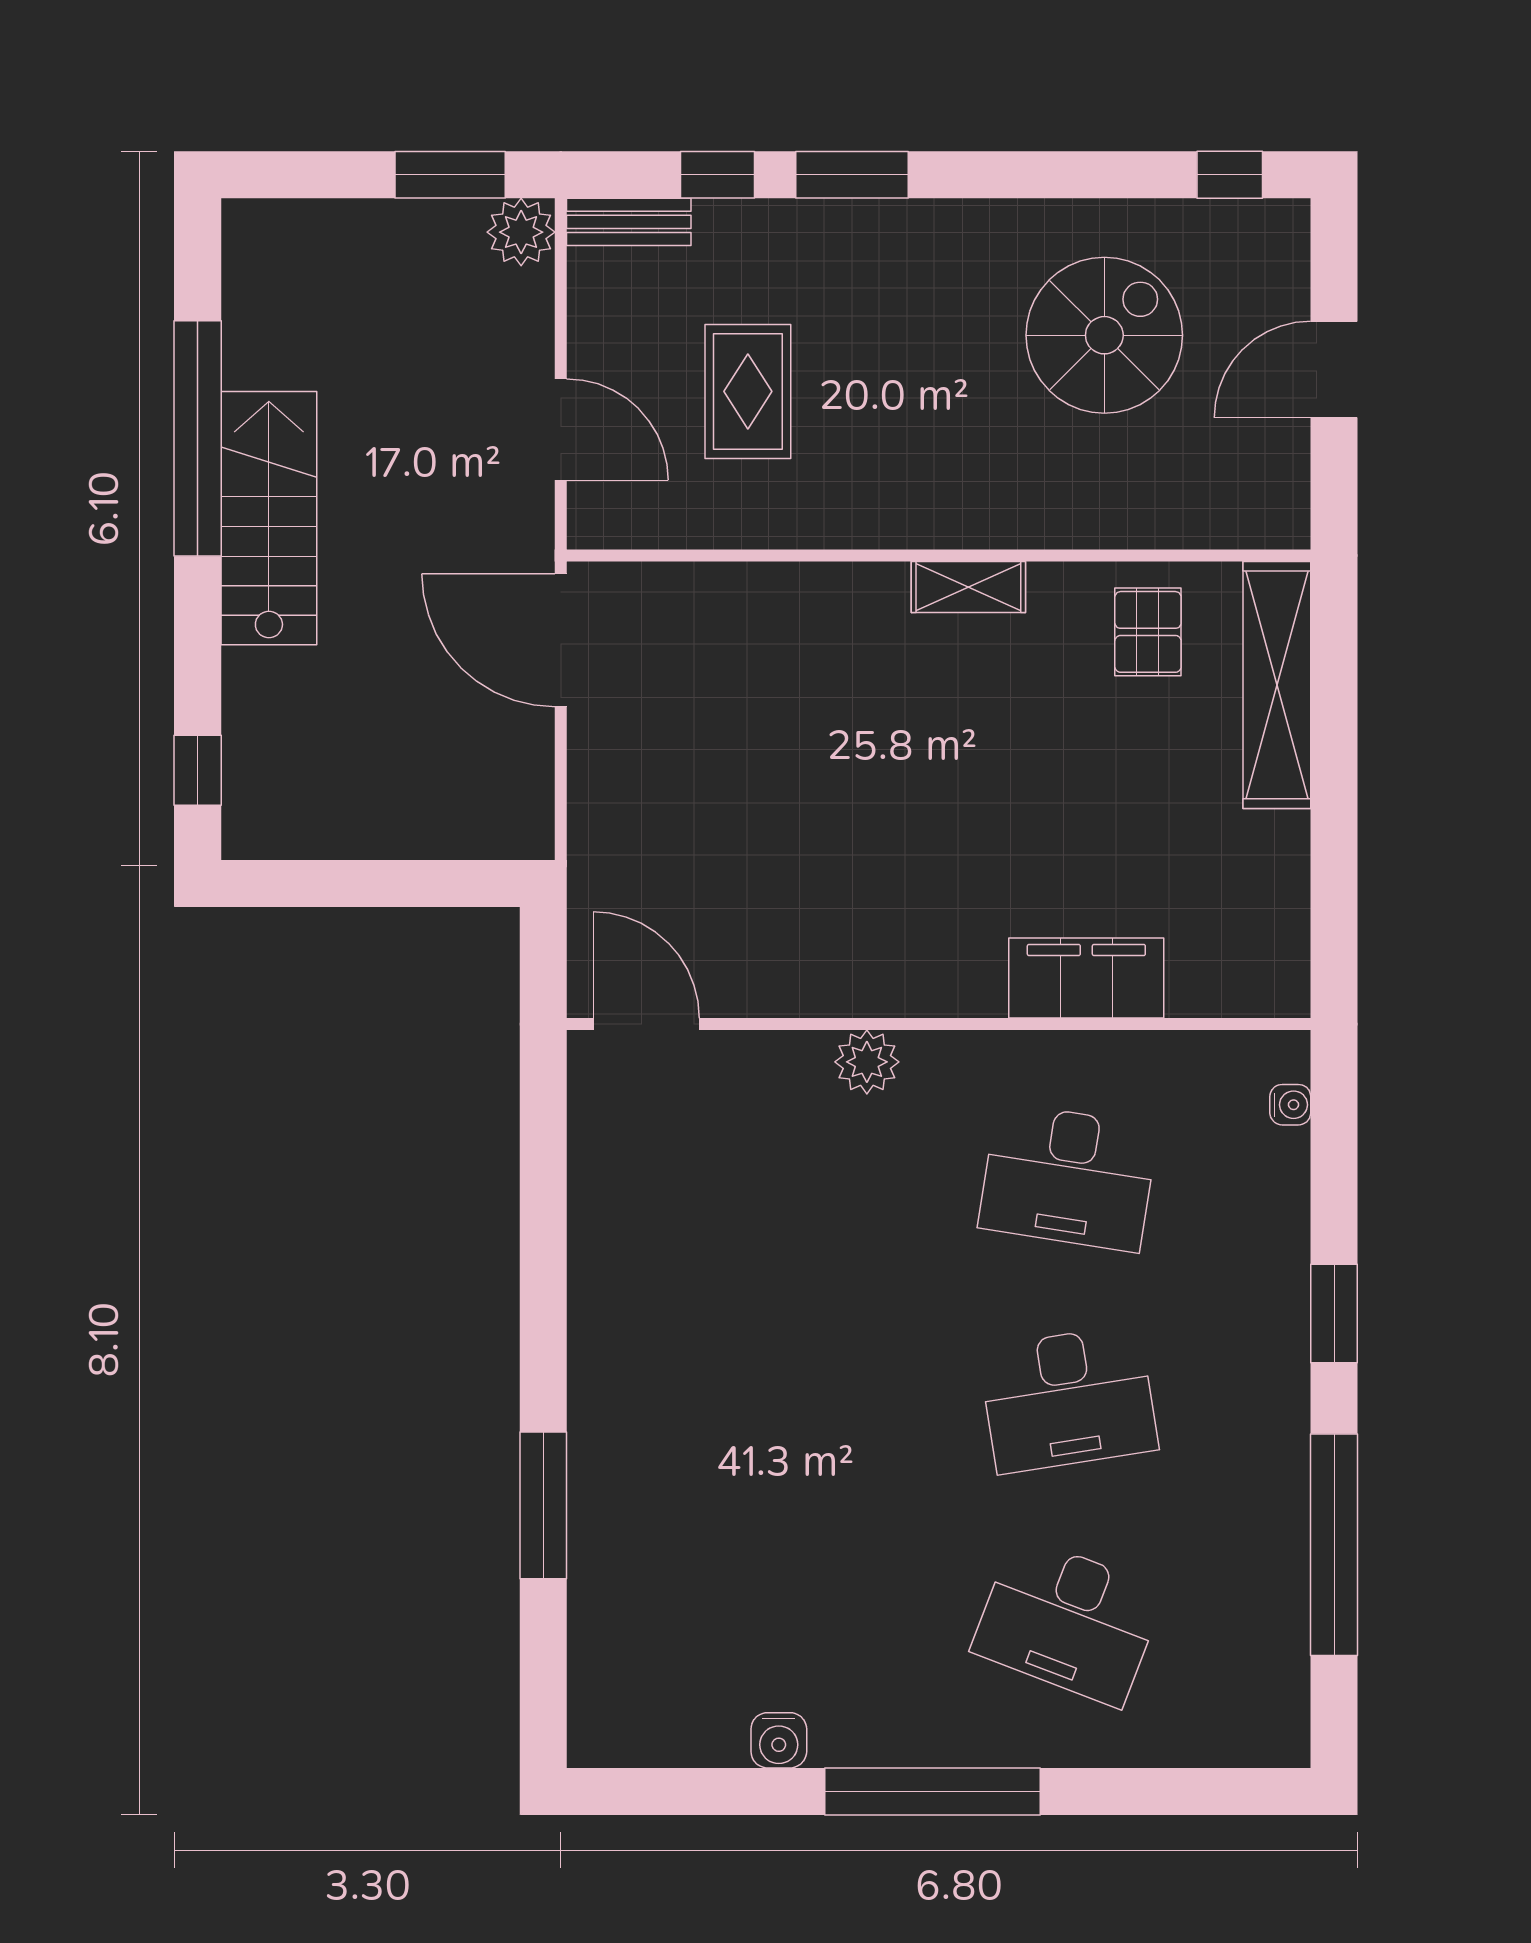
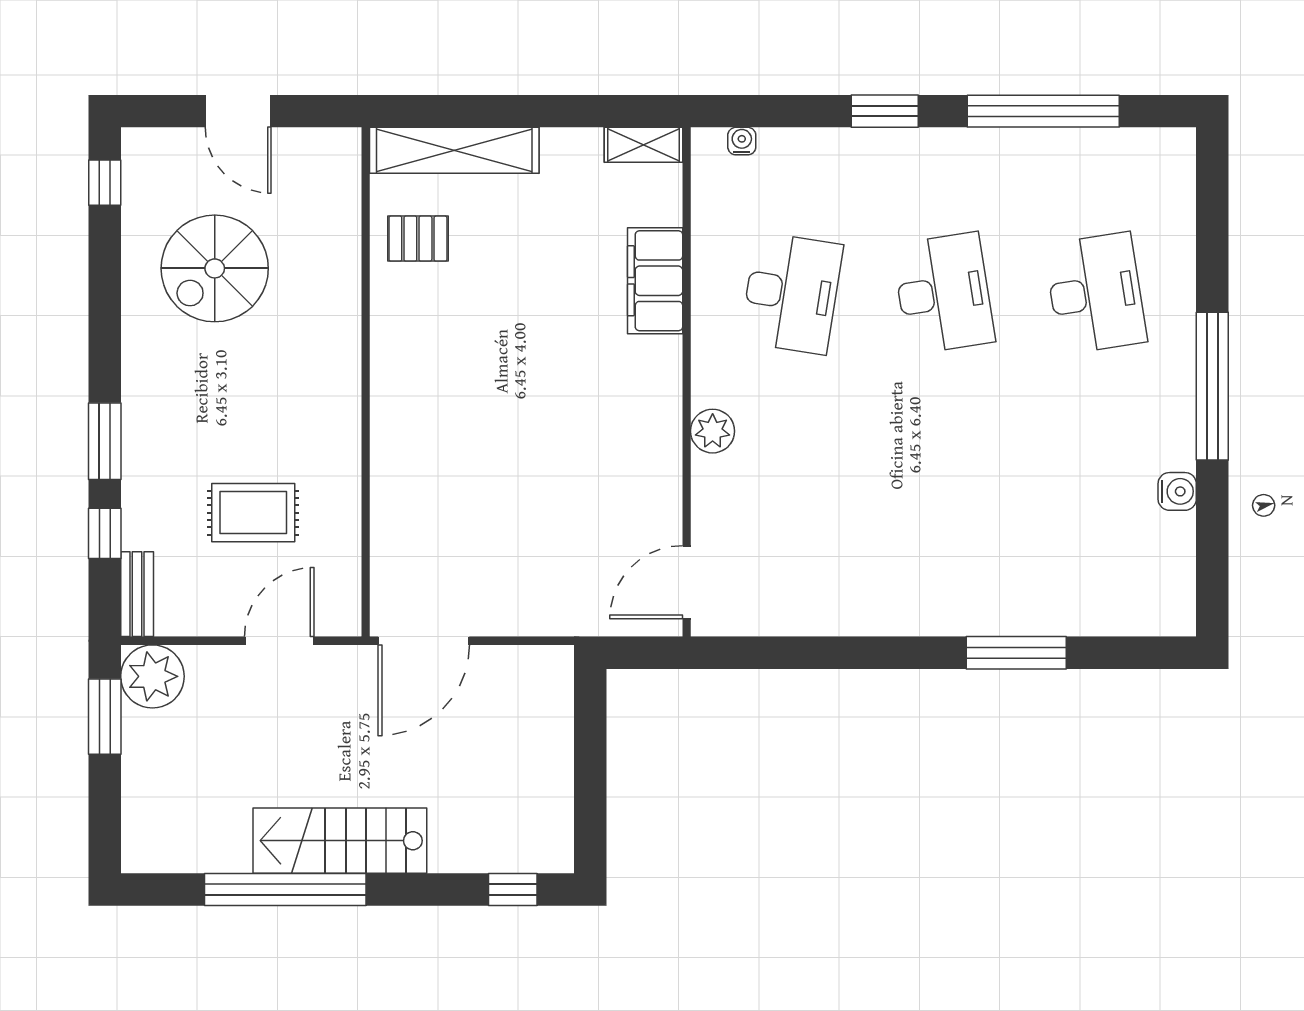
plant: (521, 232) -> (152, 676), width x1.36, depth x1.36
spiral stairs: (1104, 335) -> (215, 268), turned -90
shelving: (968, 587) -> (643, 145), moved, turned 90
desk: (1068, 1621) -> (1095, 293), turned -30

